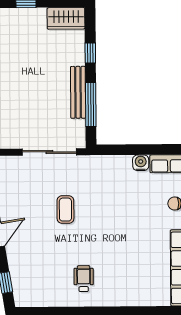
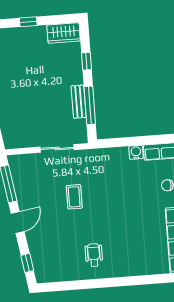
bench: (78, 92) -> (79, 102), width x0.73
sliding door: (49, 152) -> (57, 148), width x0.73

